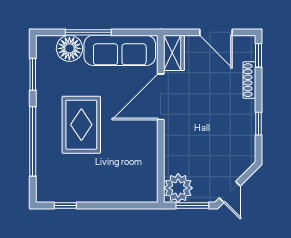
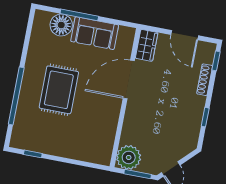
sofa: (120, 50) -> (95, 33), width x0.73
window: (33, 74) -> (27, 41), removed

